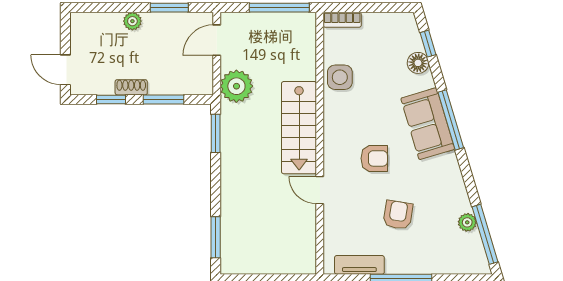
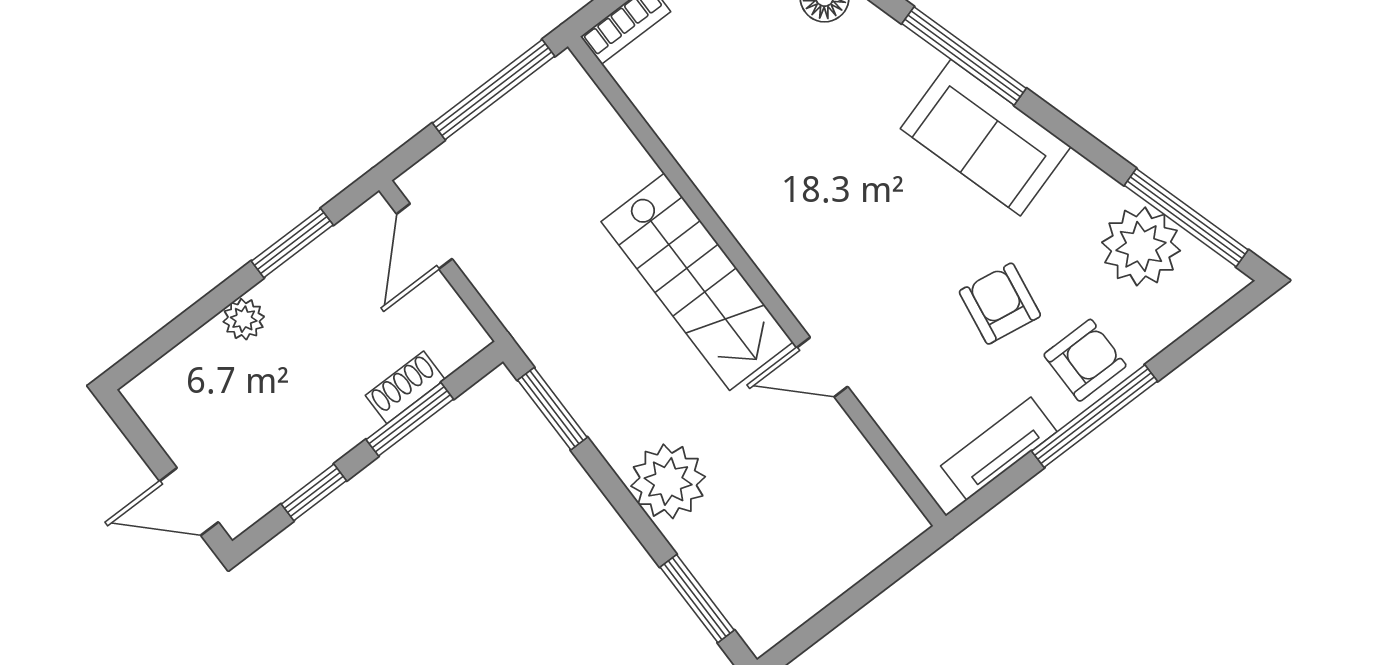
side table: (340, 77) -> (701, 133), removed
plant: (236, 86) -> (668, 481), moved
shoe rack: (131, 87) -> (405, 387), moved
sofa: (428, 124) -> (986, 138), moved
armchair: (374, 158) -> (1085, 360), moved
plant: (467, 222) -> (1141, 246), width x1.87, depth x1.87

